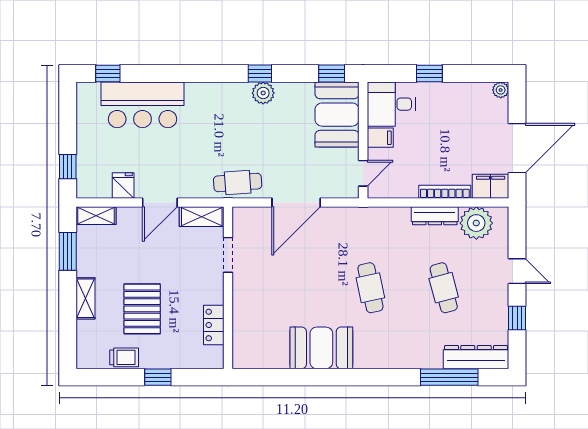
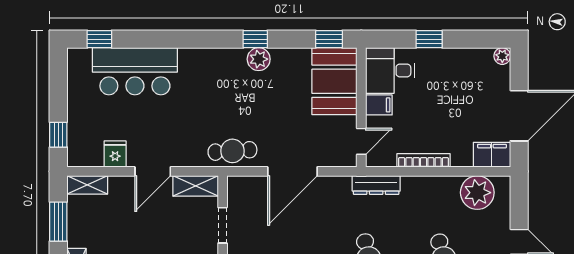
bookcase: (445, 192) -> (424, 160), moved
dresser: (435, 216) -> (376, 185), moved

